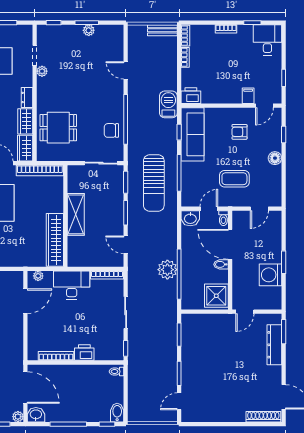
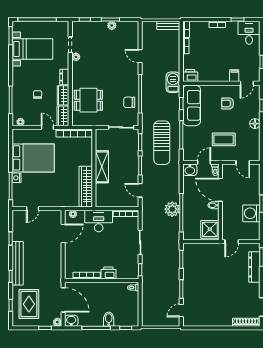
door: (259, 209) -> (243, 162), hinge flipped
bidet: (117, 413) -> (109, 319), moved

